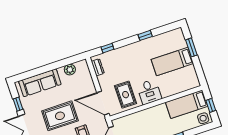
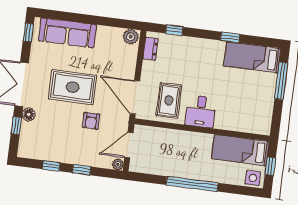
window: (191, 47) -> (281, 81), width x1.44
bed: (172, 62) -> (252, 57), moved
plant: (70, 70) -> (131, 37), moved
window: (18, 104) -> (28, 32), moved

